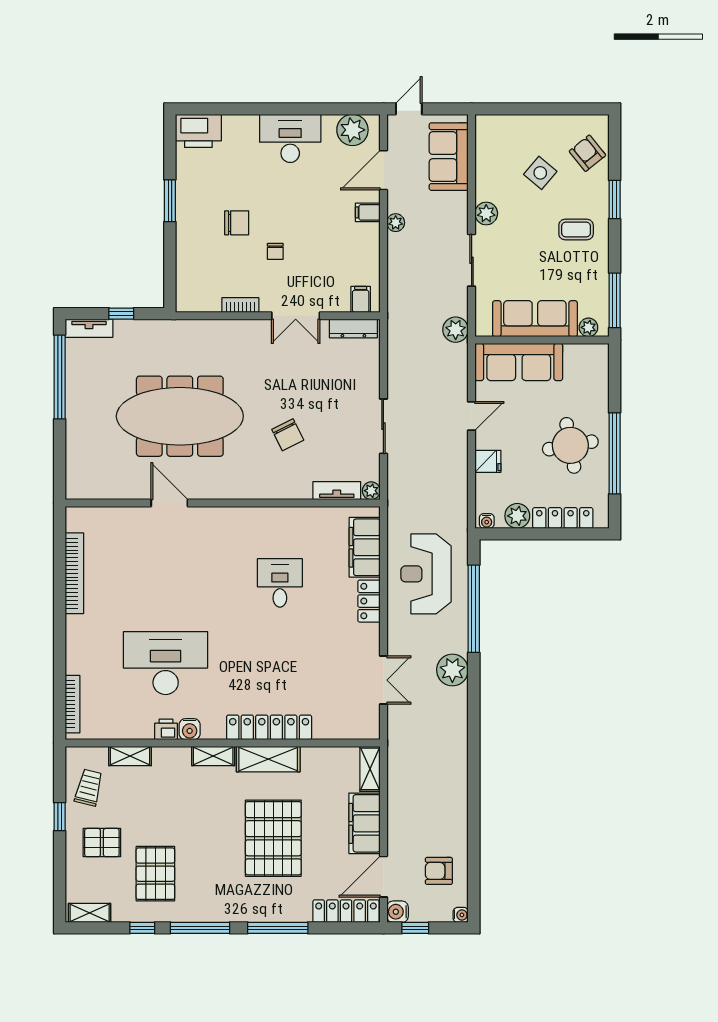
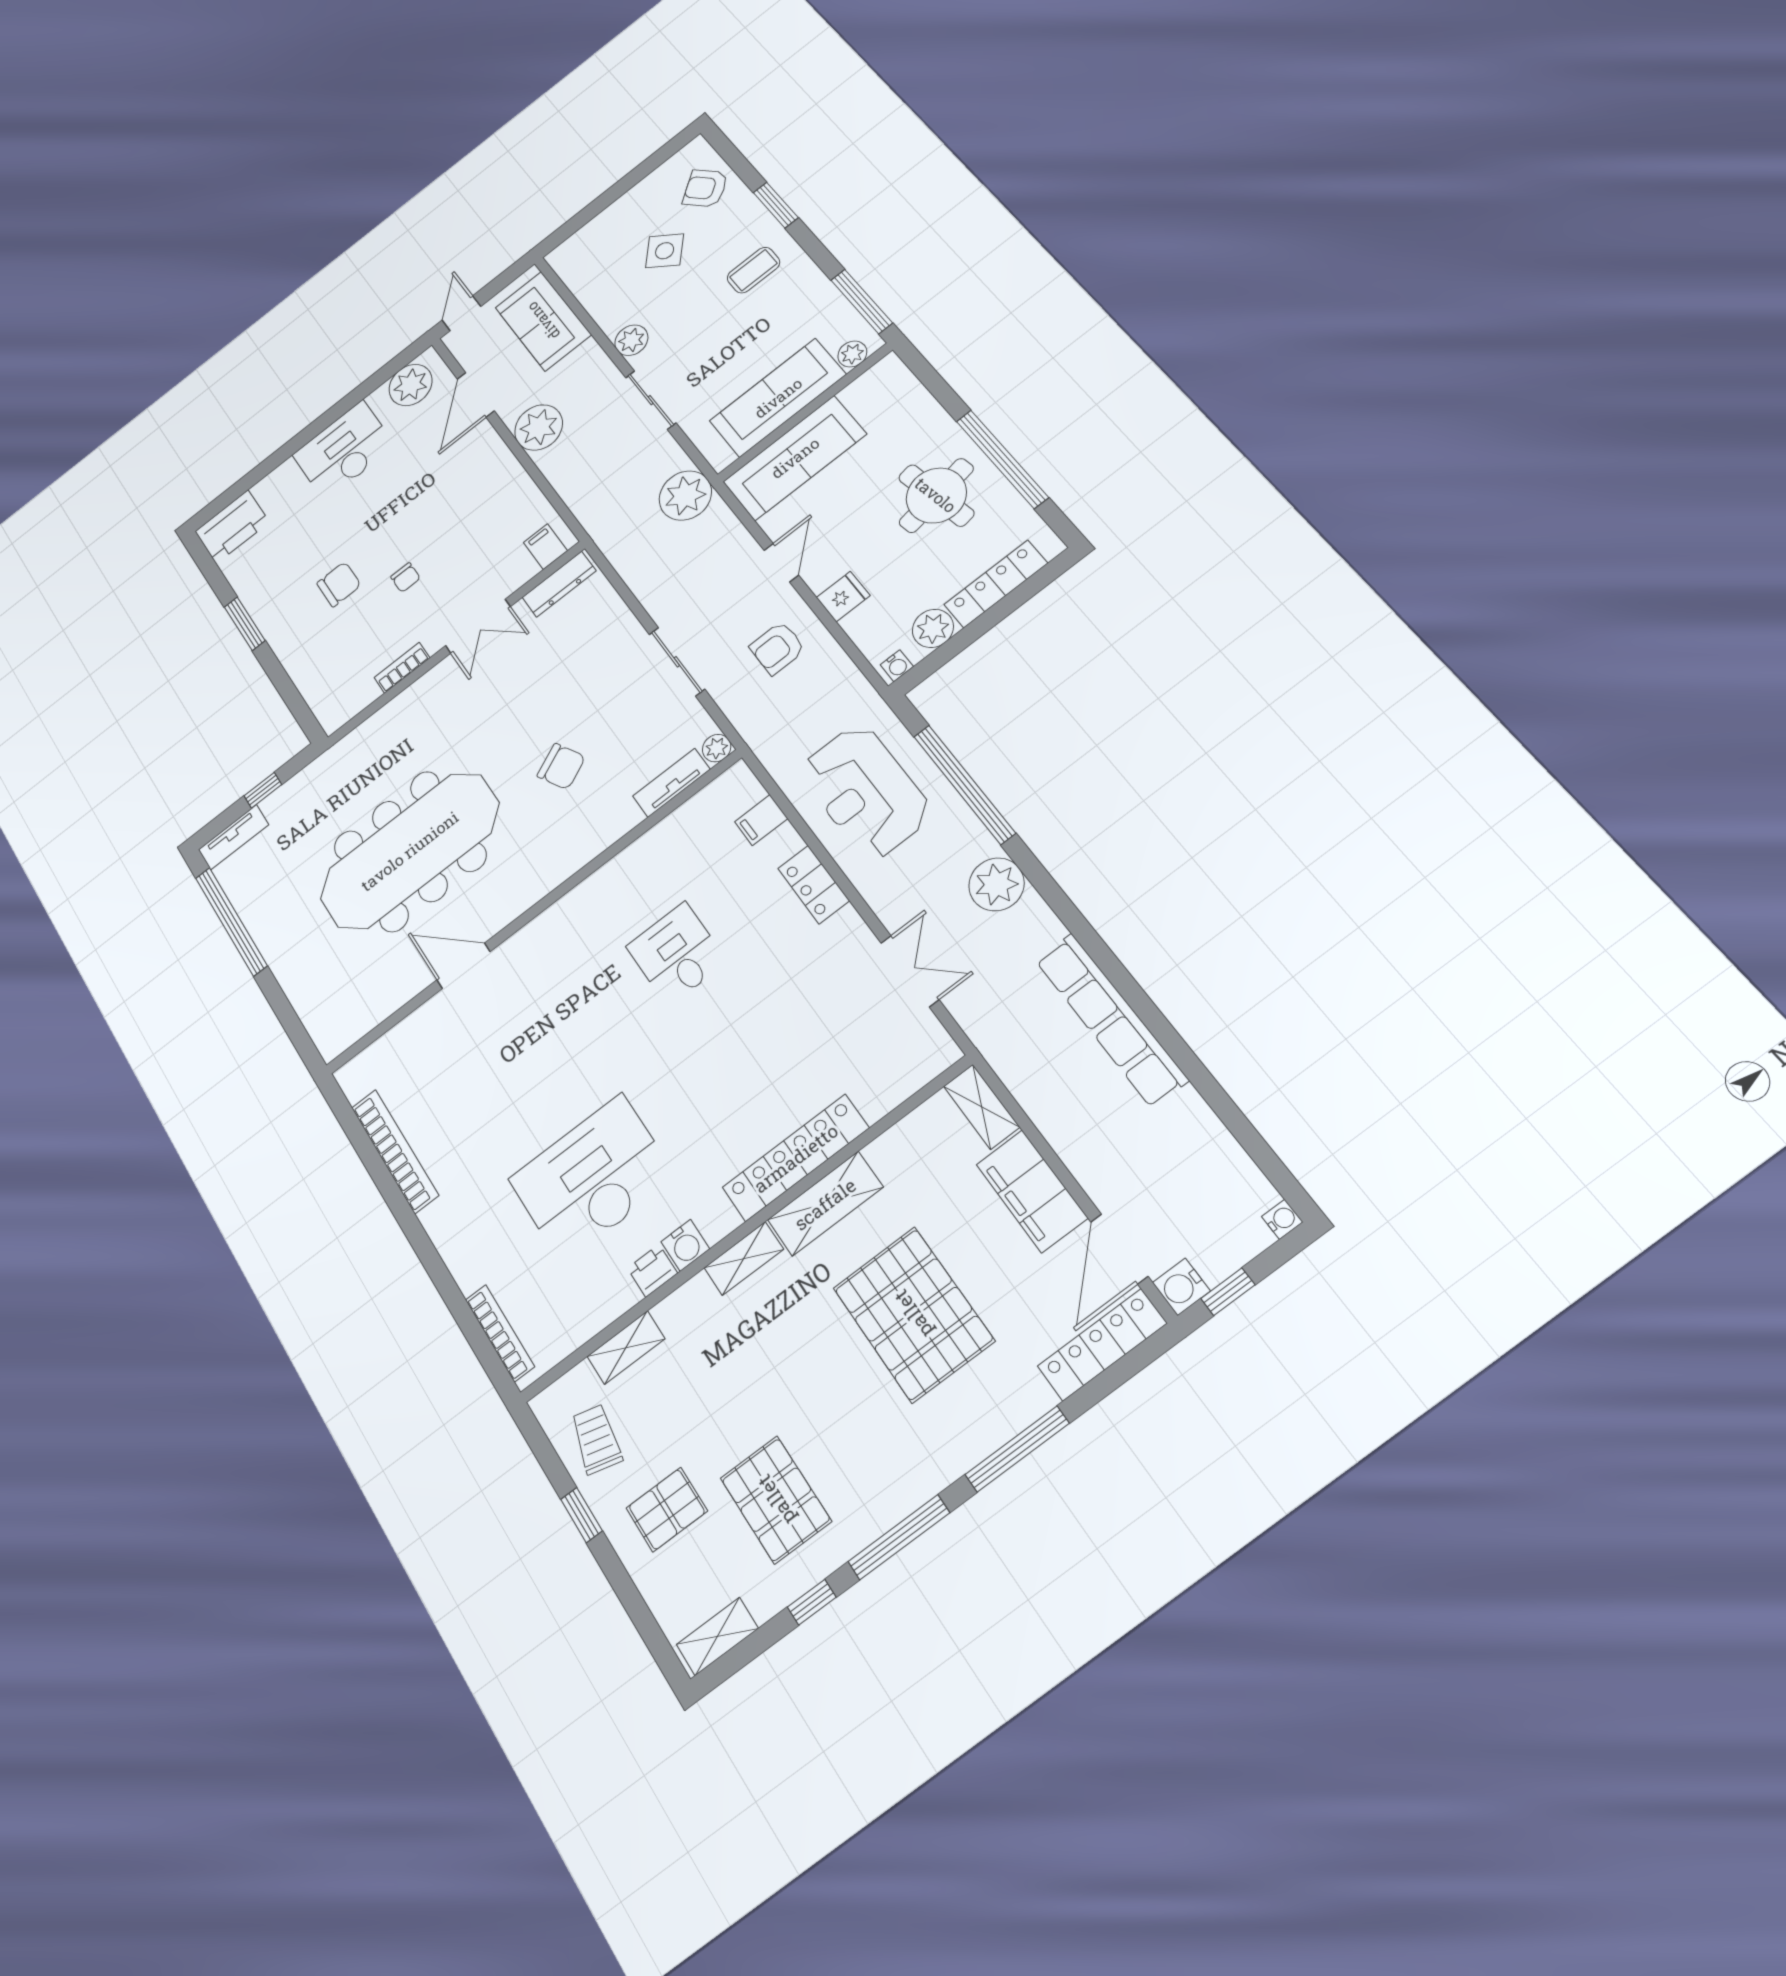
filing cabinet: (368, 212) -> (488, 451), removed
plant: (396, 223) -> (539, 427), width x1.88, depth x1.88
plant: (456, 330) -> (685, 496), width x1.36, depth x1.36
filing cabinet: (365, 547) -> (761, 820), width x0.33, depth x0.86
row of seats: (456, 774) -> (1111, 1020), added
armchair: (439, 871) -> (777, 648), moved

